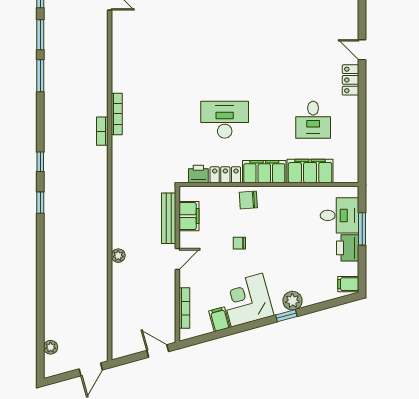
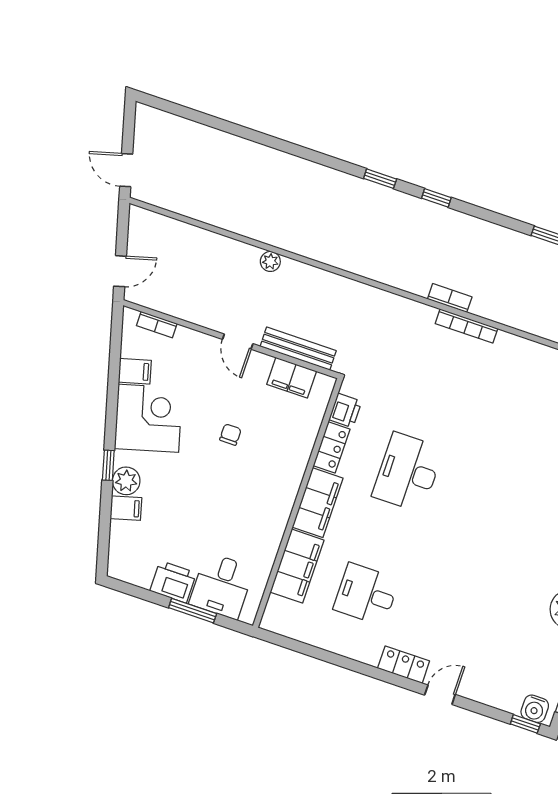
desk: (225, 120) -> (408, 472), turned 180
chair: (248, 200) -> (286, 467), removed
filing cabinet: (348, 284) -> (126, 508), moved, turned 75
bookcase: (184, 308) -> (157, 325), width x0.64
plant: (51, 347) -> (176, 125), removed

